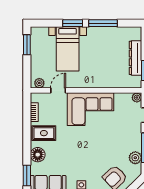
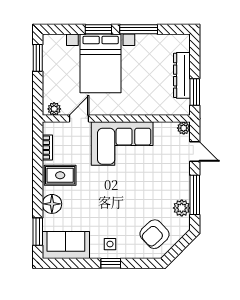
bed with nightstands: (68, 49) -> (101, 63), width x1.36

